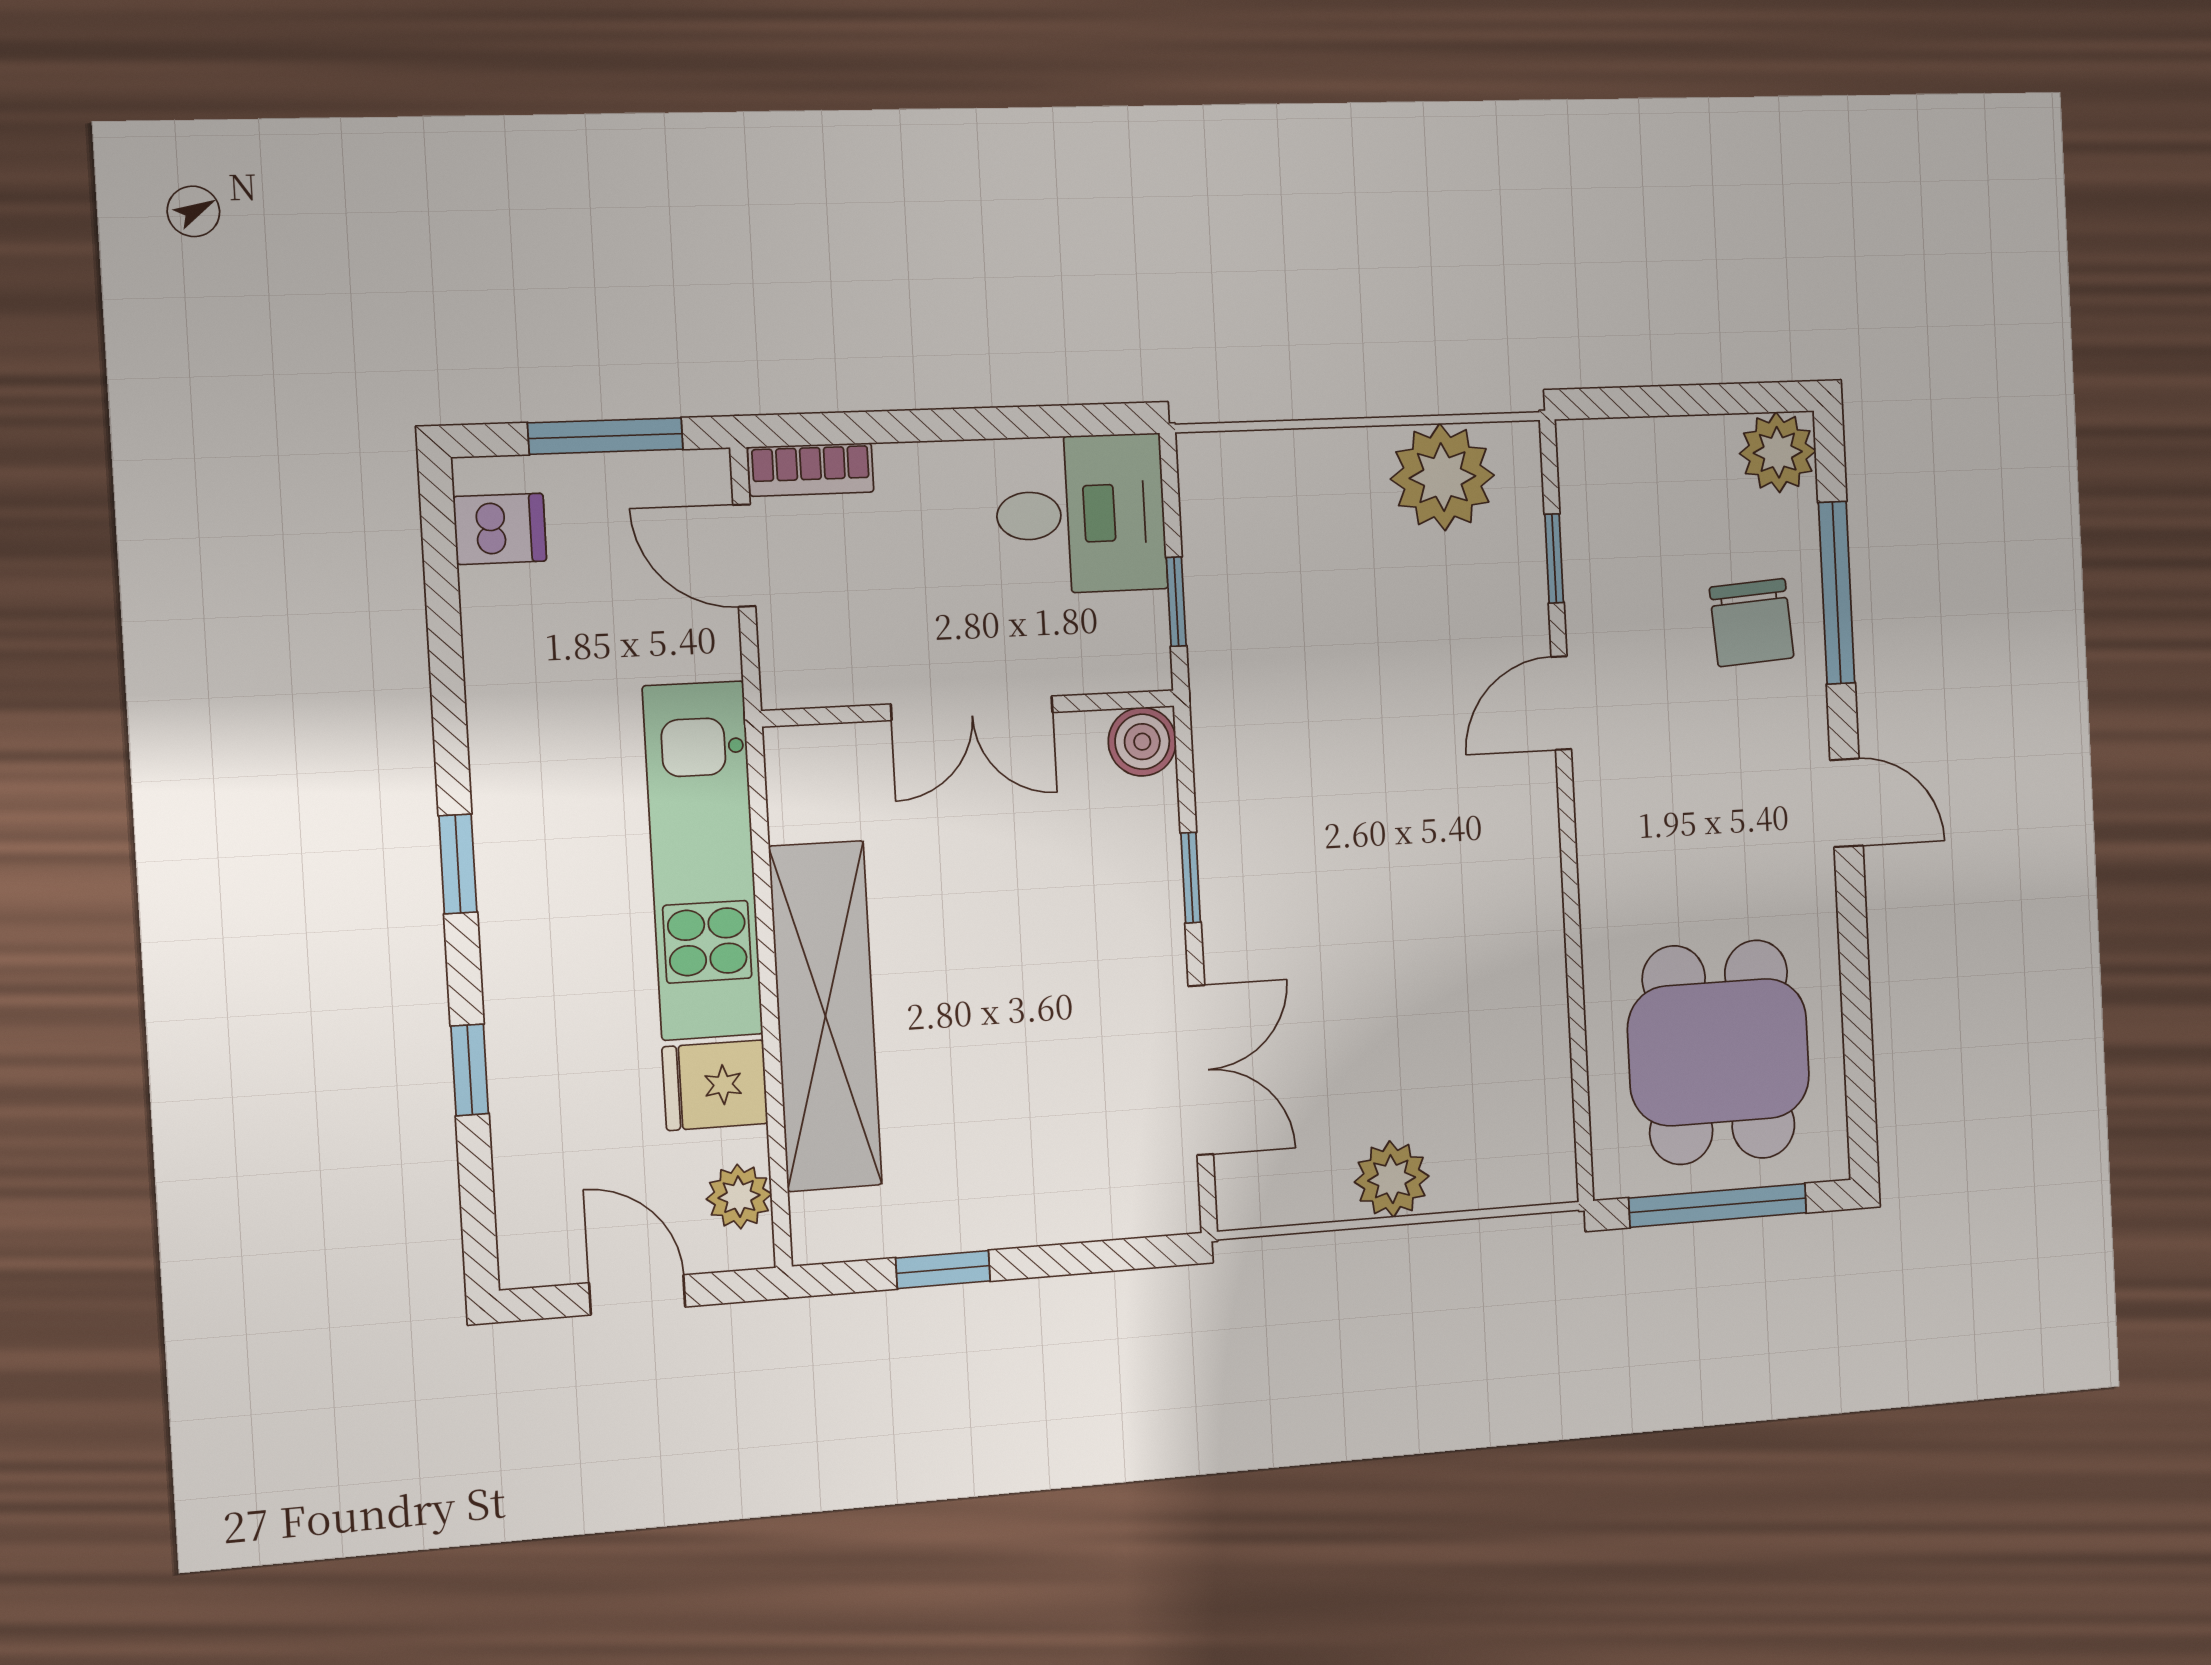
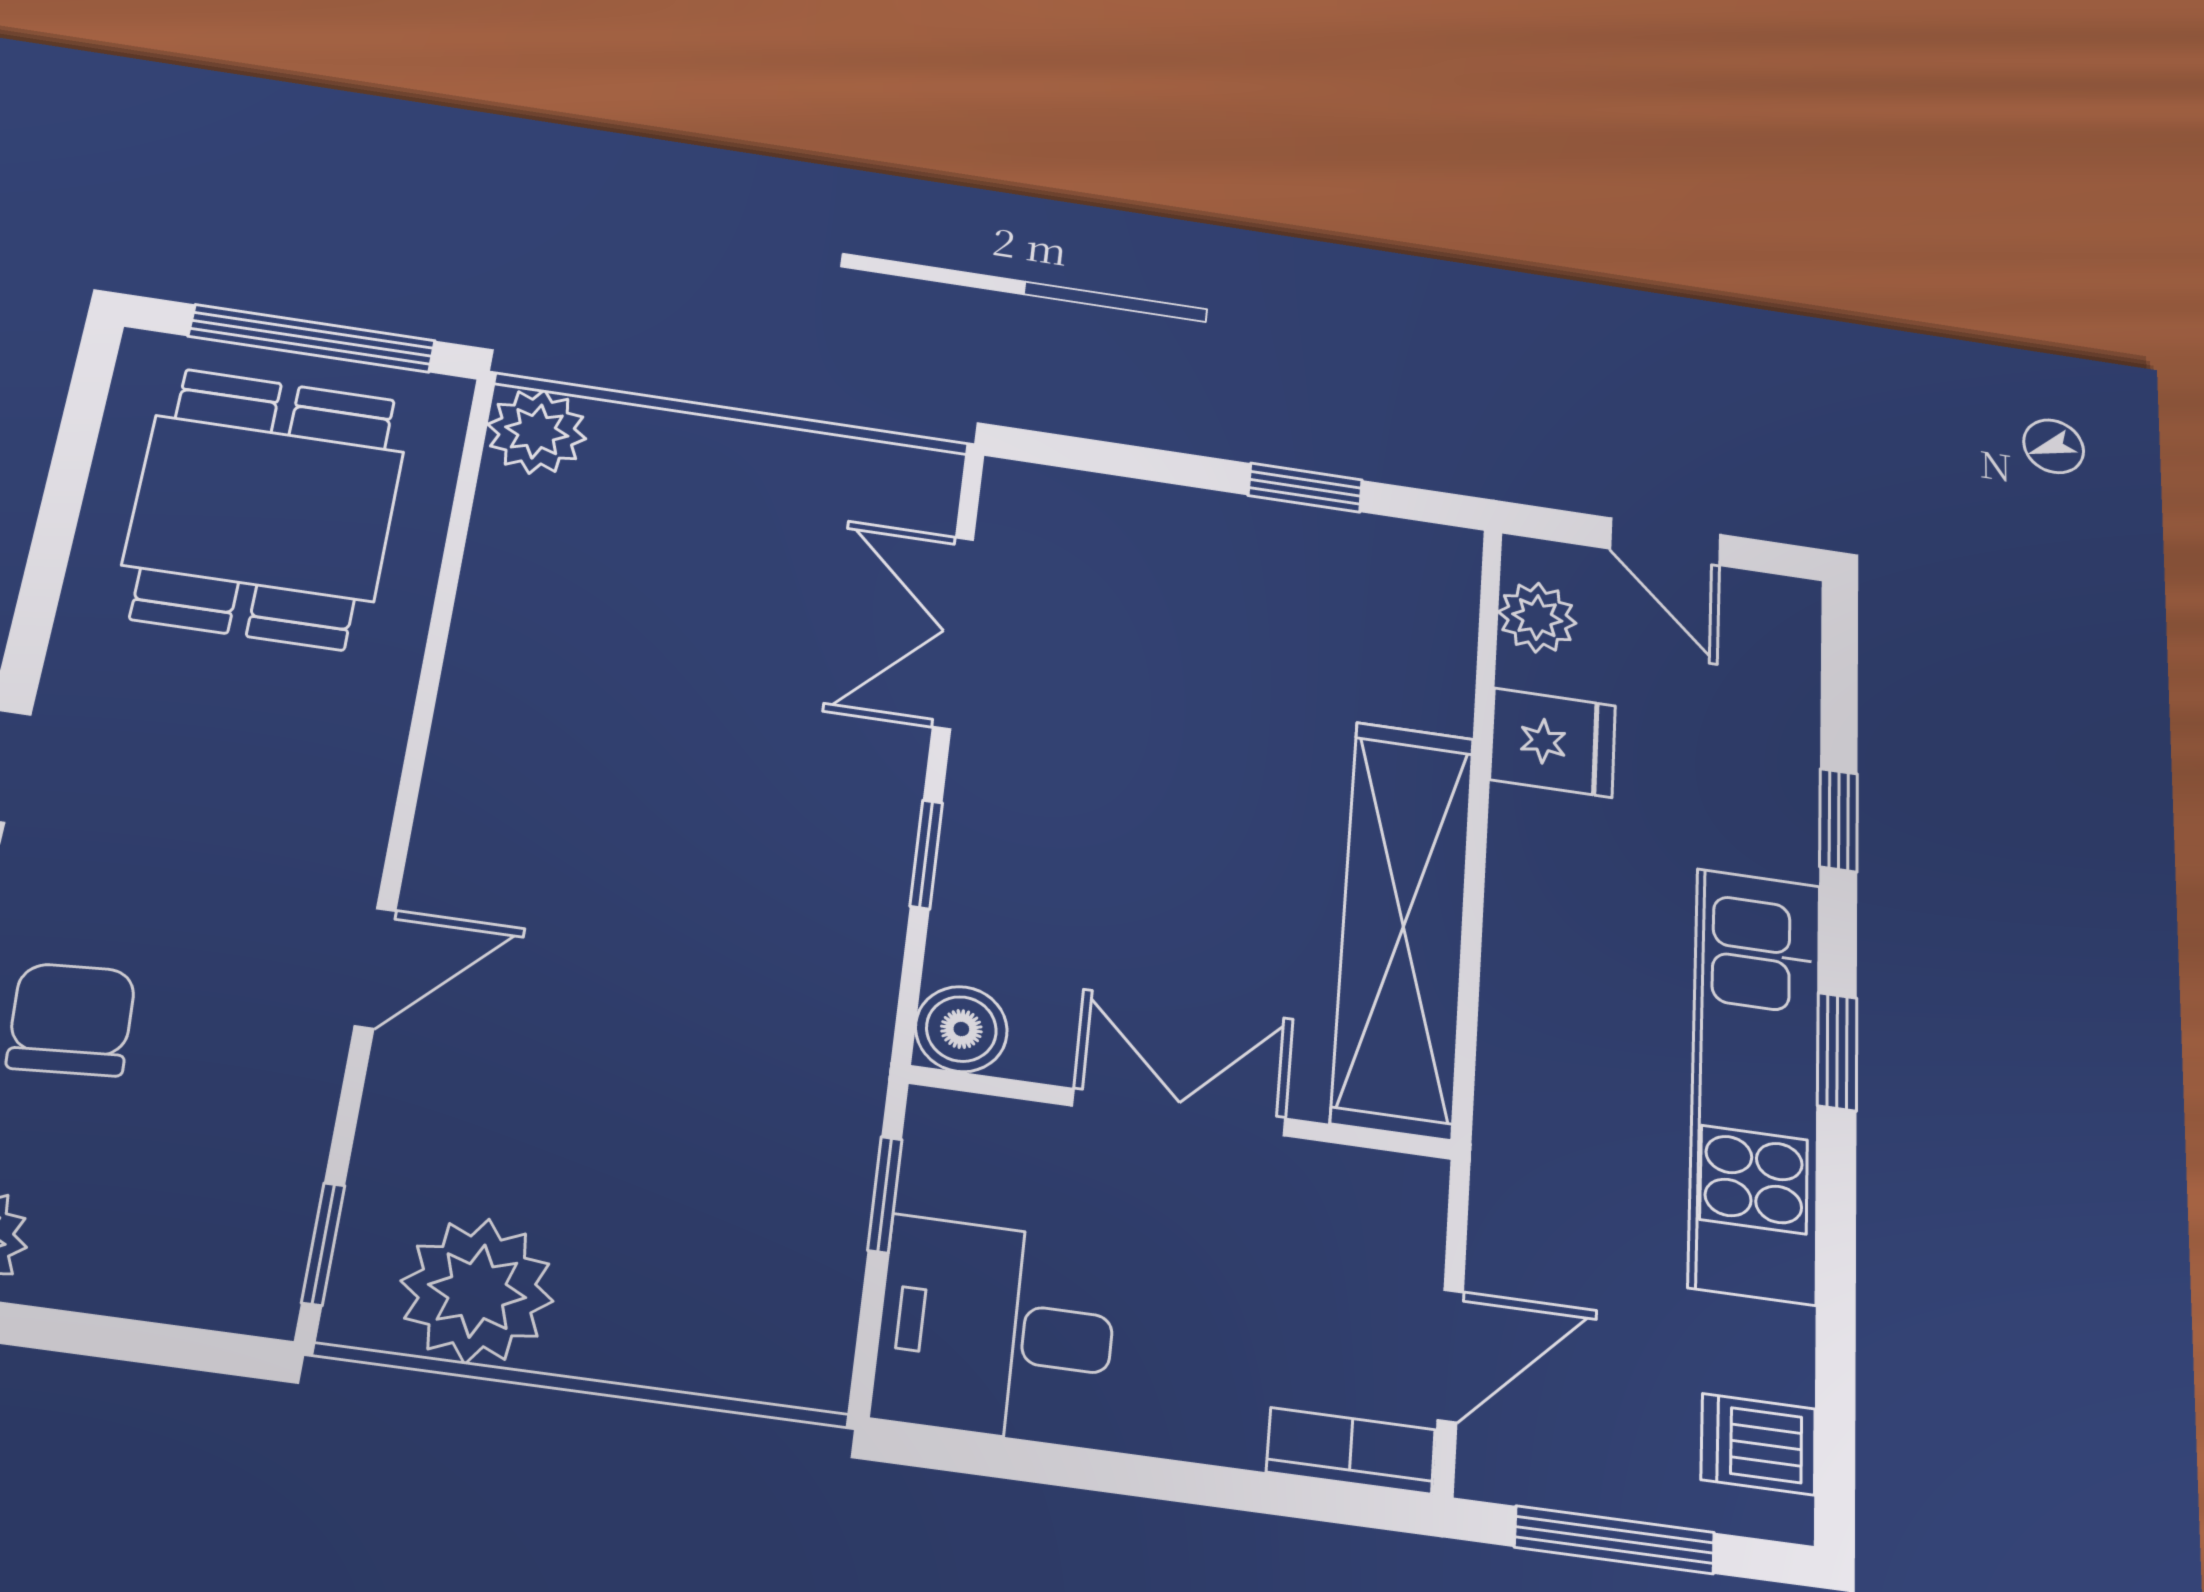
door: (744, 556) -> (1450, 1356), hinge flipped
window: (1554, 558) -> (323, 1244), moved
kitchen unit: (703, 860) -> (1755, 1082), moved, turned 180
shelving: (825, 1016) -> (1403, 927), moved
plant: (1392, 1179) -> (537, 431), moved

